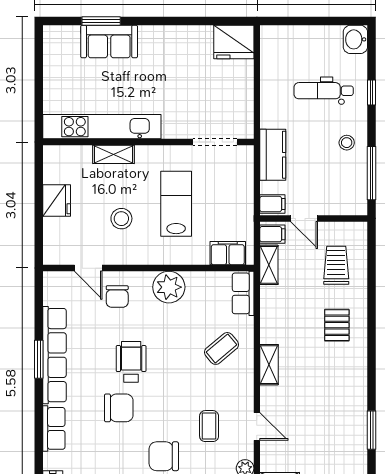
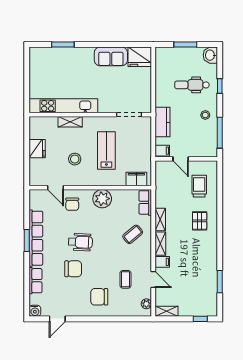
window: (312, 21) -> (185, 45), added
sofa: (109, 42) -> (111, 56), moved
filing cabinet: (272, 234) -> (162, 262), moved
shelving: (269, 265) -> (160, 220), moved
wheelchair: (131, 362) -> (80, 242), turned 93

